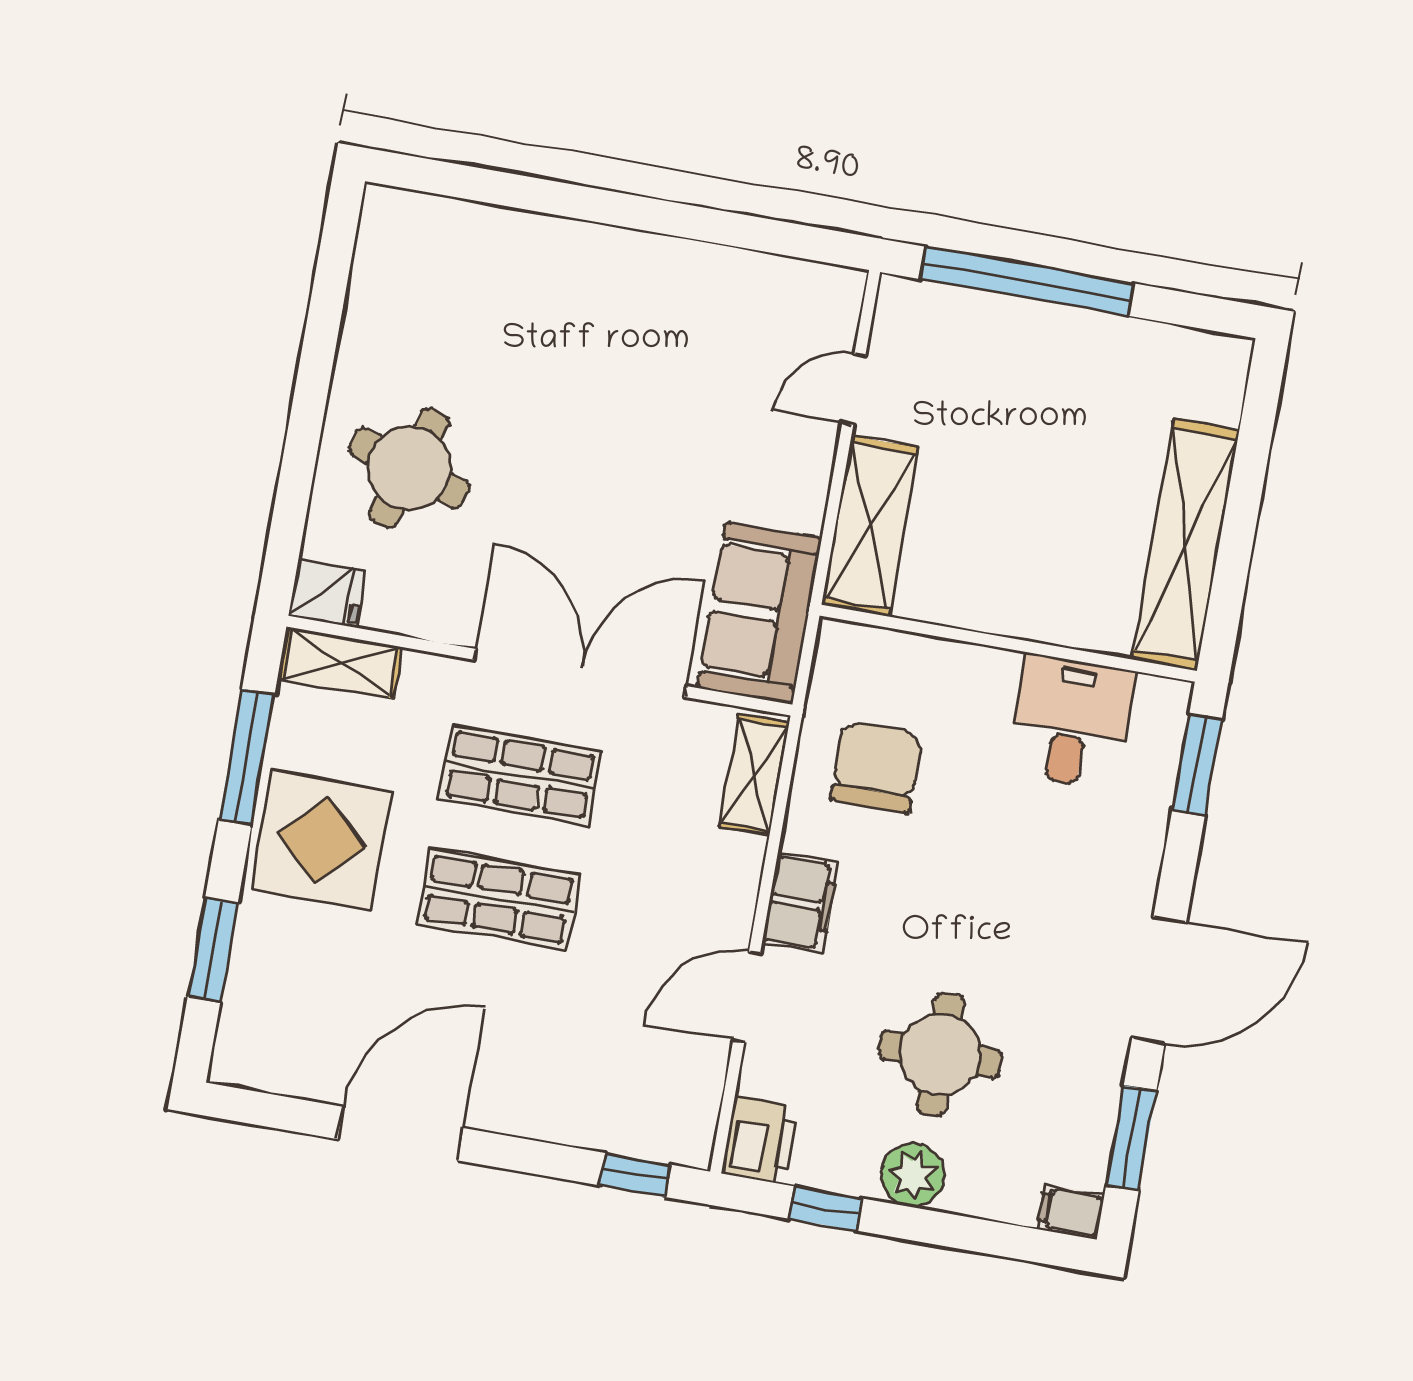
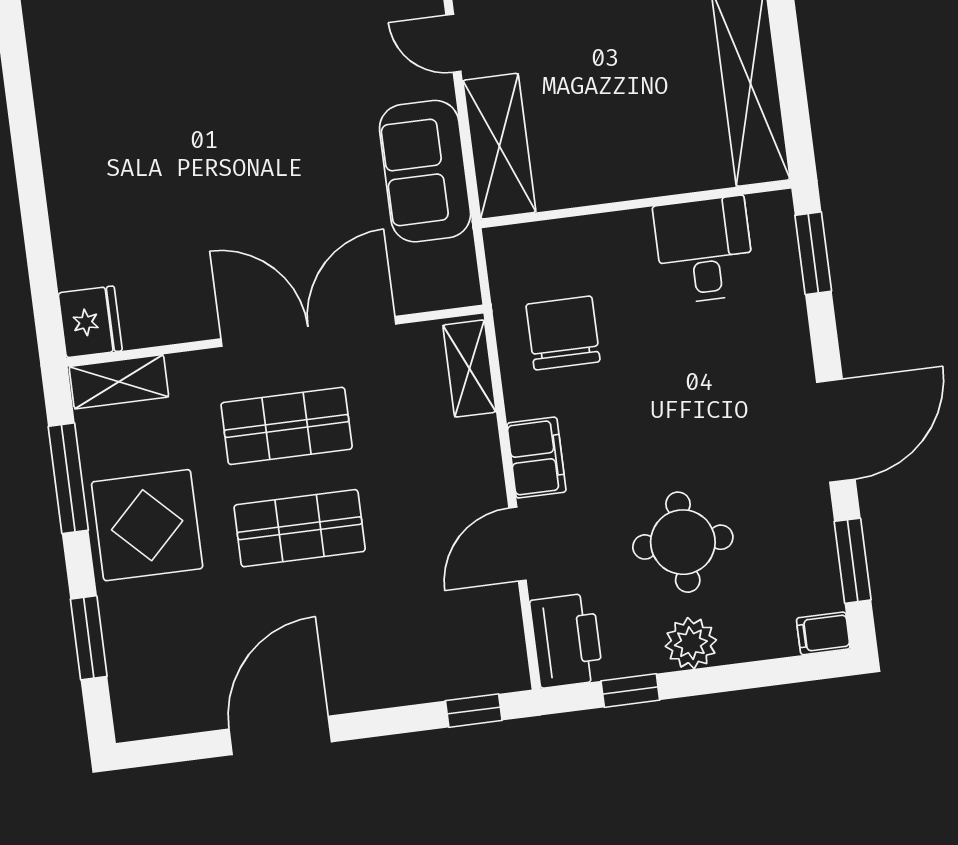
door: (854, 389) -> (453, 43), hinge flipped
round table: (409, 468) -> (125, 213), removed
fridge: (327, 593) -> (90, 322), width x1.38
sofa: (759, 613) -> (425, 171), moved
printer: (760, 1140) -> (567, 640), width x1.37, depth x1.19

